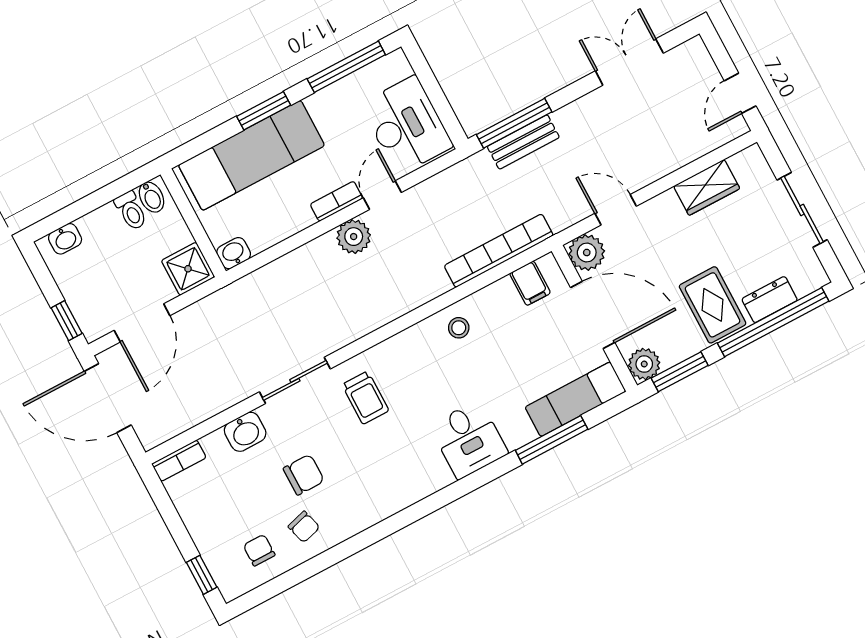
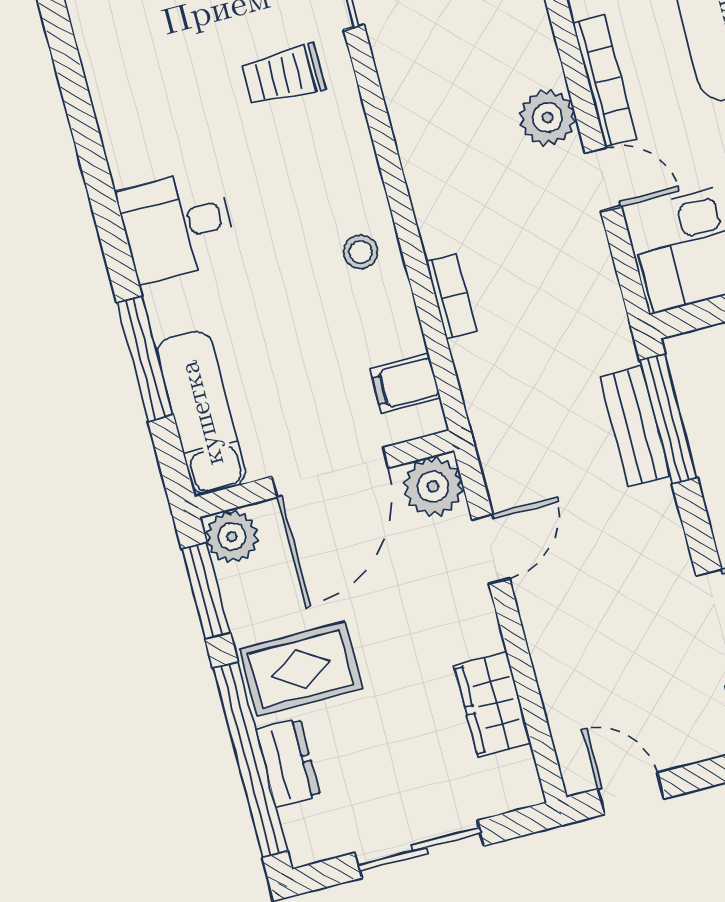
bookcase: (336, 201) -> (605, 81), width x1.56
bookcase: (499, 251) -> (451, 296), width x0.43, depth x0.76

